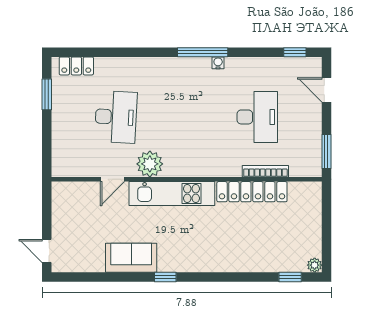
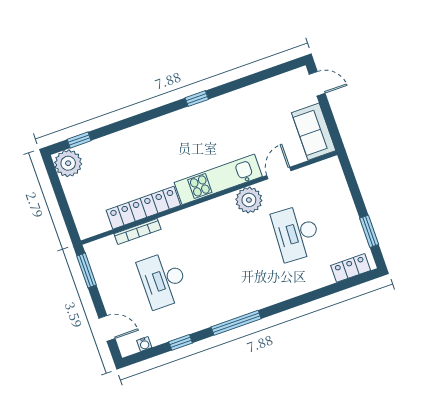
window: (295, 52) -> (181, 342), moved
water cooler: (218, 63) -> (144, 344), moved
sofa: (131, 258) -> (314, 132), moved, turned 90
plant: (315, 265) -> (68, 163), width x1.88, depth x1.88

